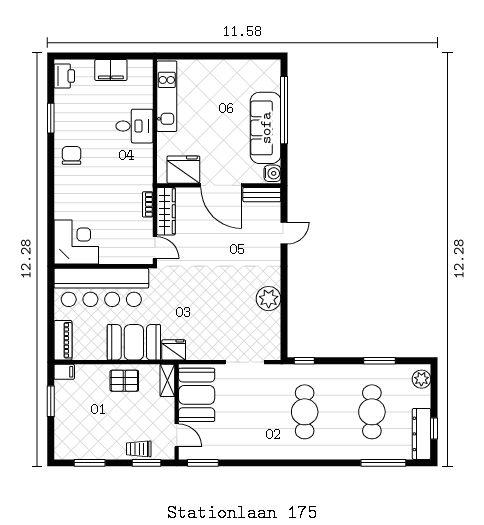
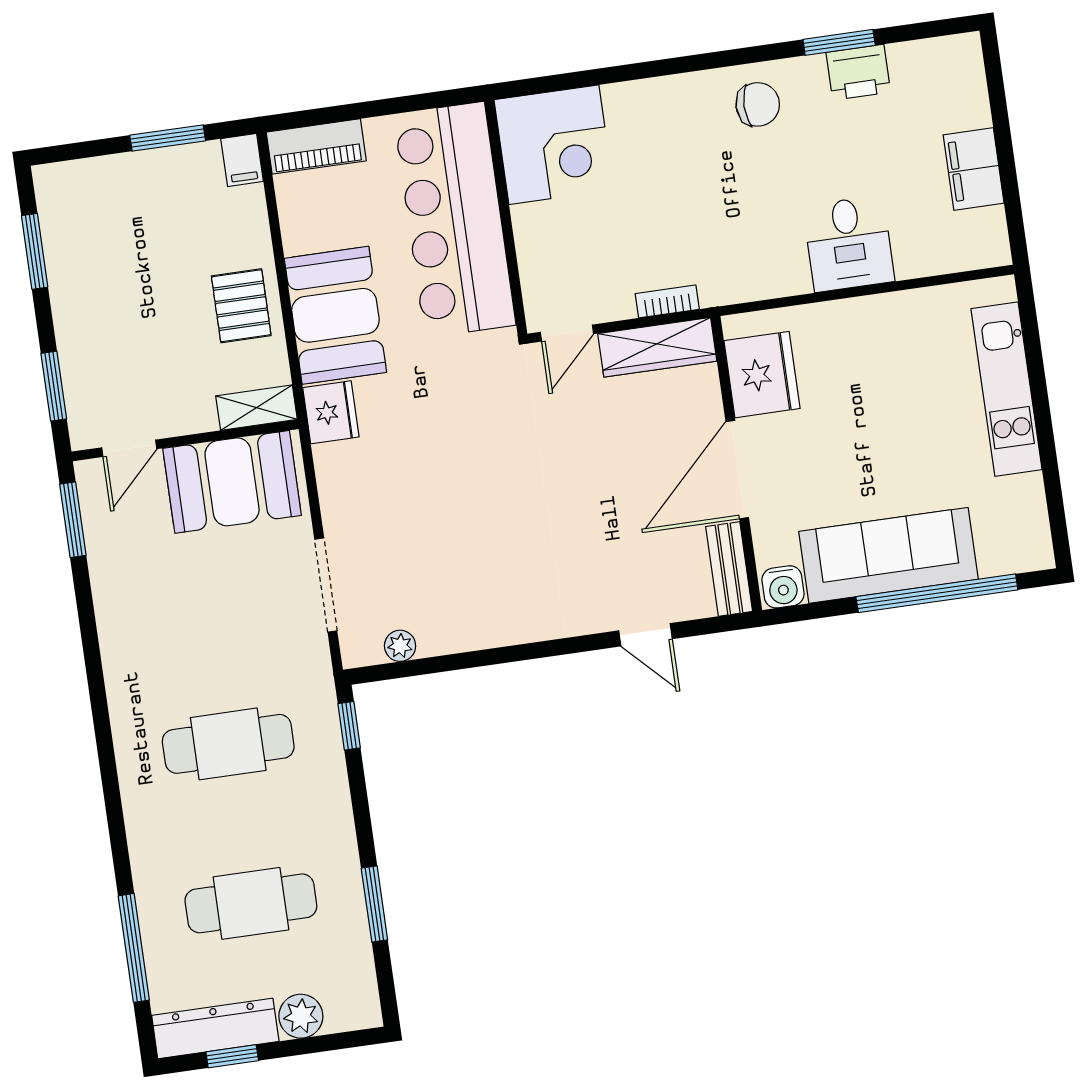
printer: (64, 76) -> (858, 72), moved
kitchen unit: (167, 96) -> (1007, 389), moved, turned 90
plant: (269, 299) -> (400, 646), moved, width x0.53, depth x0.53
plant: (421, 379) -> (301, 1016), moved
trolley: (139, 449) -> (84, 363), removed

